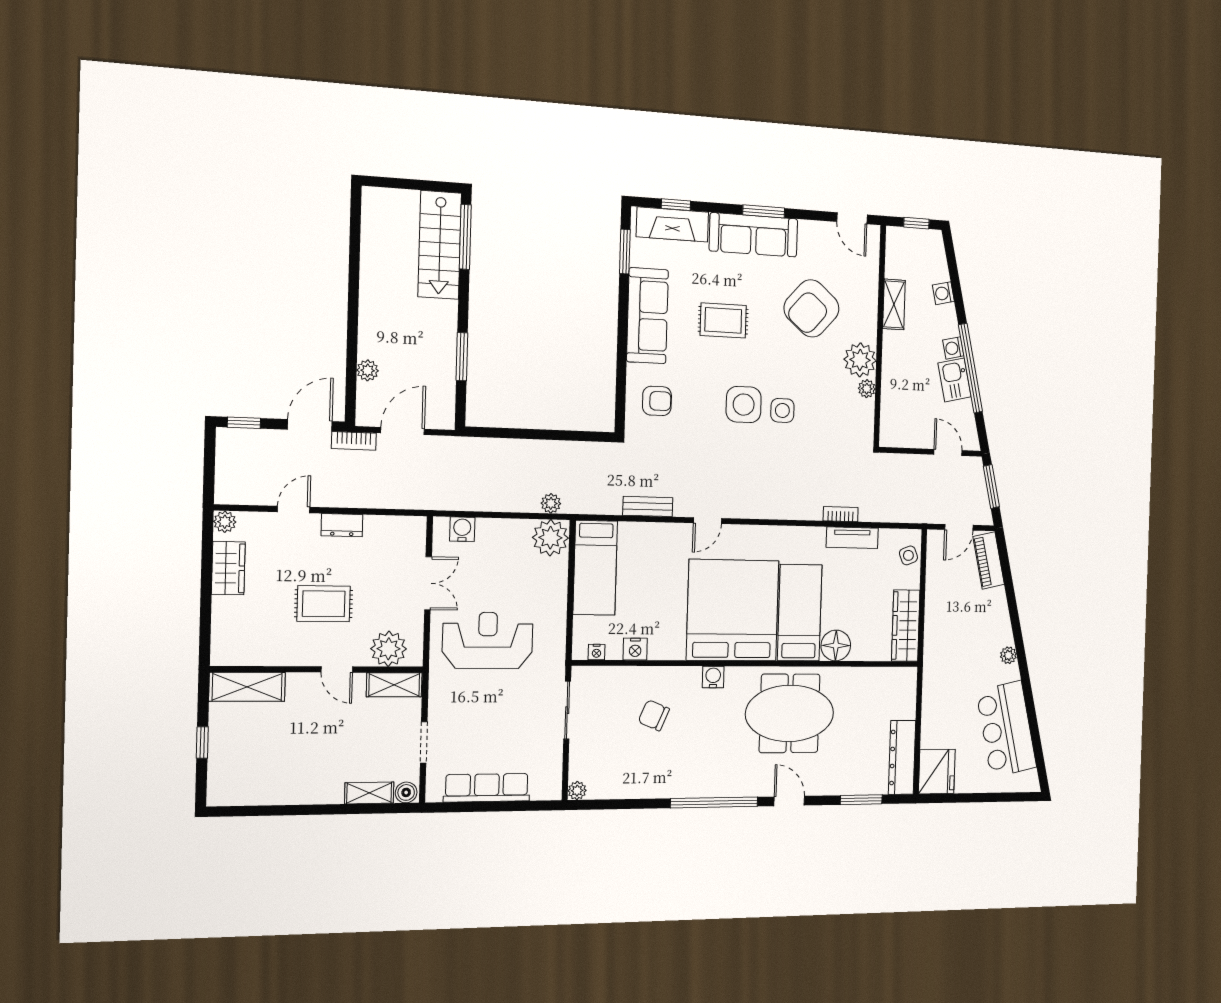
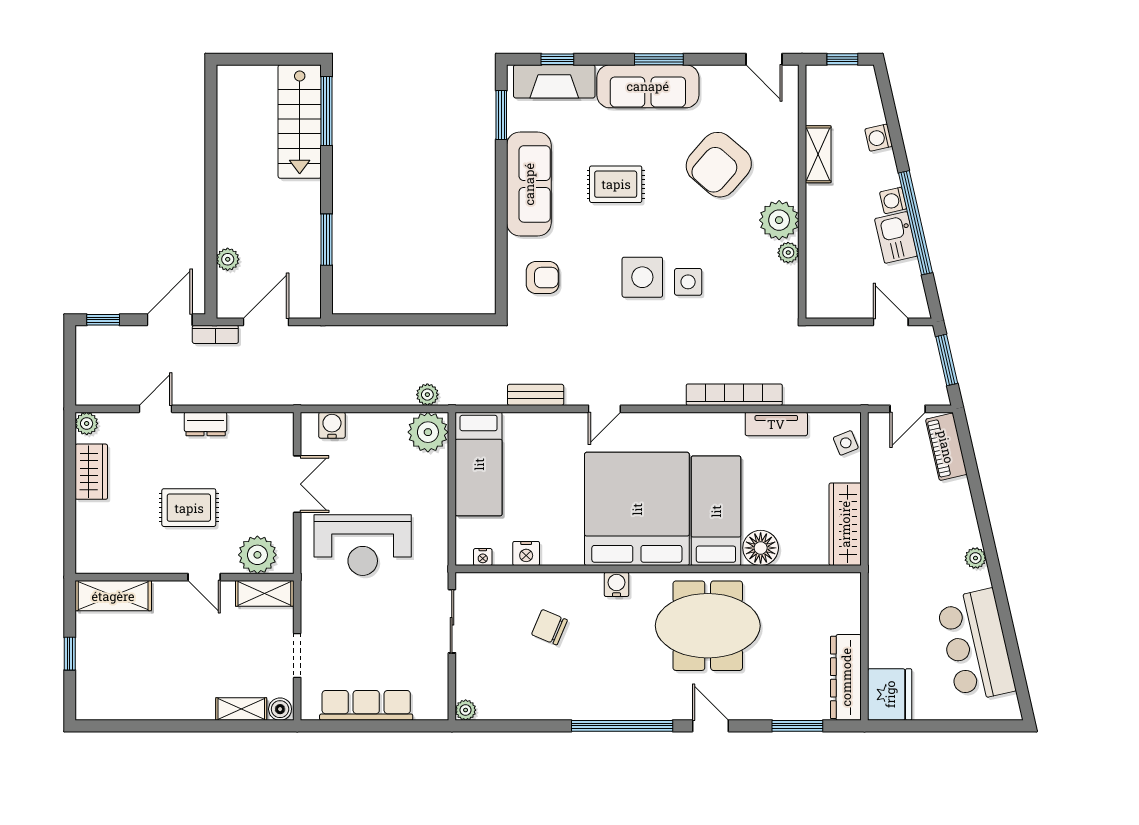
bookcase: (841, 514) -> (734, 395), width x2.31, depth x1.31
reception desk: (488, 640) -> (363, 545), turned 180

